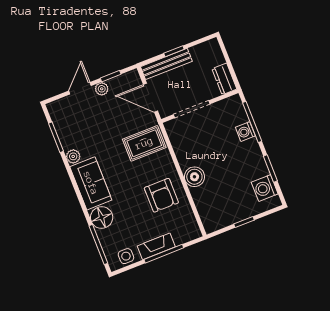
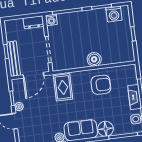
washing machine: (245, 132) -> (51, 20), moved

